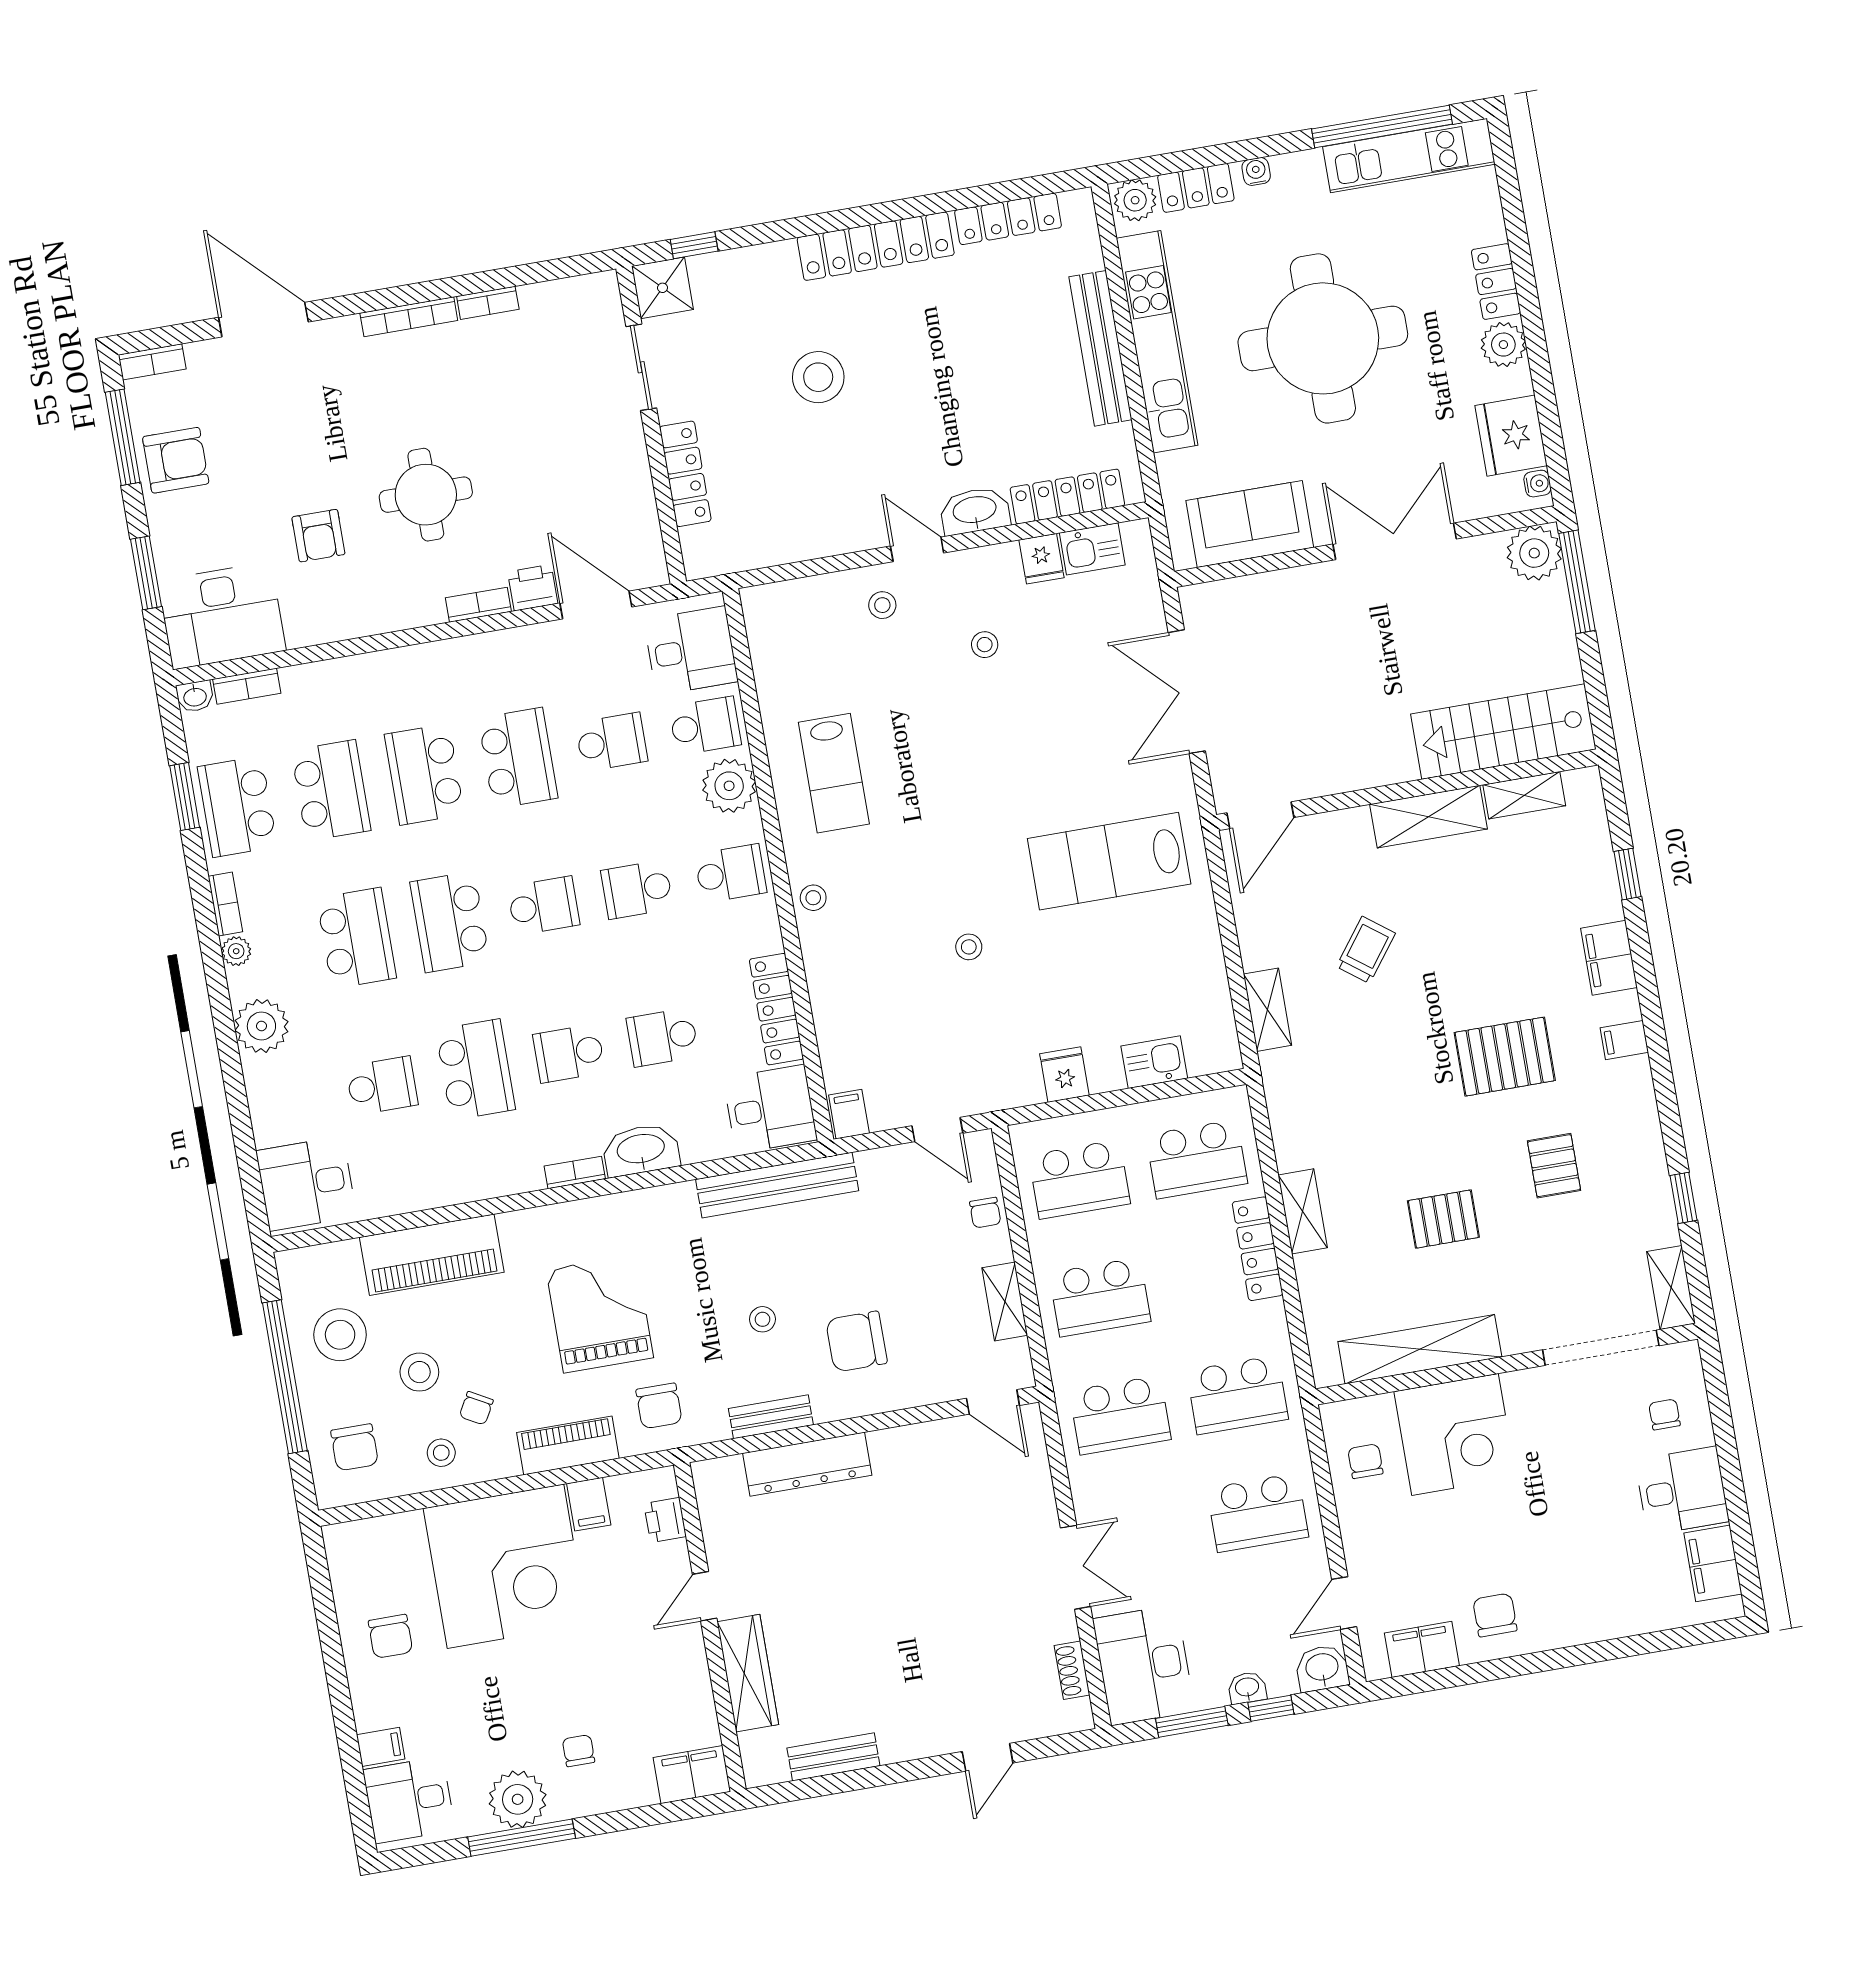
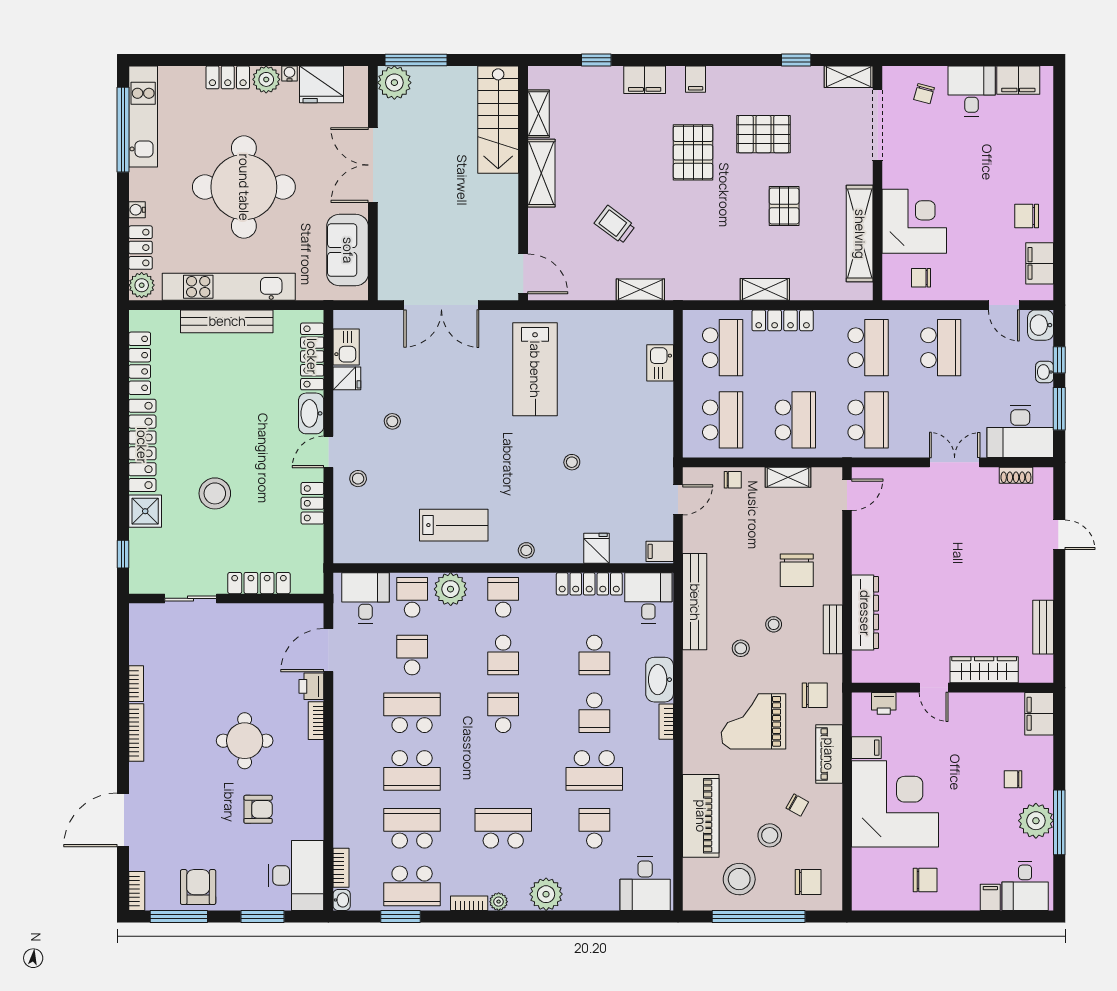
shower: (662, 288) -> (145, 511), moved
water cooler: (1537, 484) -> (289, 73), moved
locker: (830, 538) -> (312, 503), added
school desk: (450, 922) -> (503, 770), removed
school desk: (475, 1070) -> (594, 770), turned 180
fridge: (1064, 1075) -> (596, 548), moved, turned 90
pallet: (1554, 1166) -> (763, 134), width x1.50, depth x1.42
chair: (1665, 1414) -> (924, 94), turned -75
stool: (441, 1453) -> (741, 648), moved

